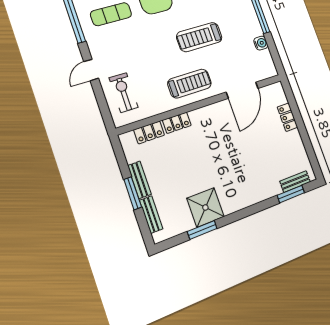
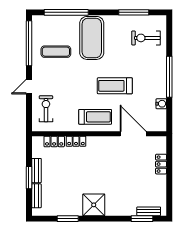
door: (242, 90) -> (133, 134), swing flipped
shower: (205, 207) -> (94, 205), moved

